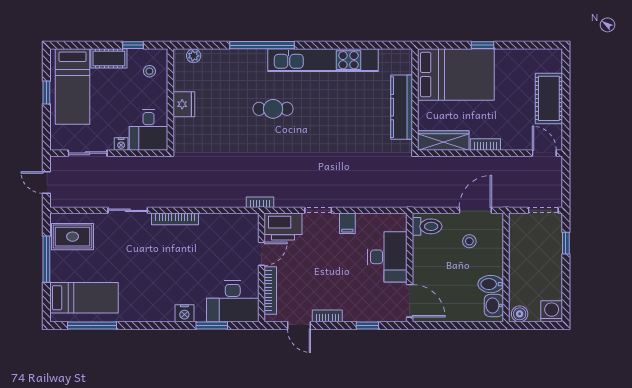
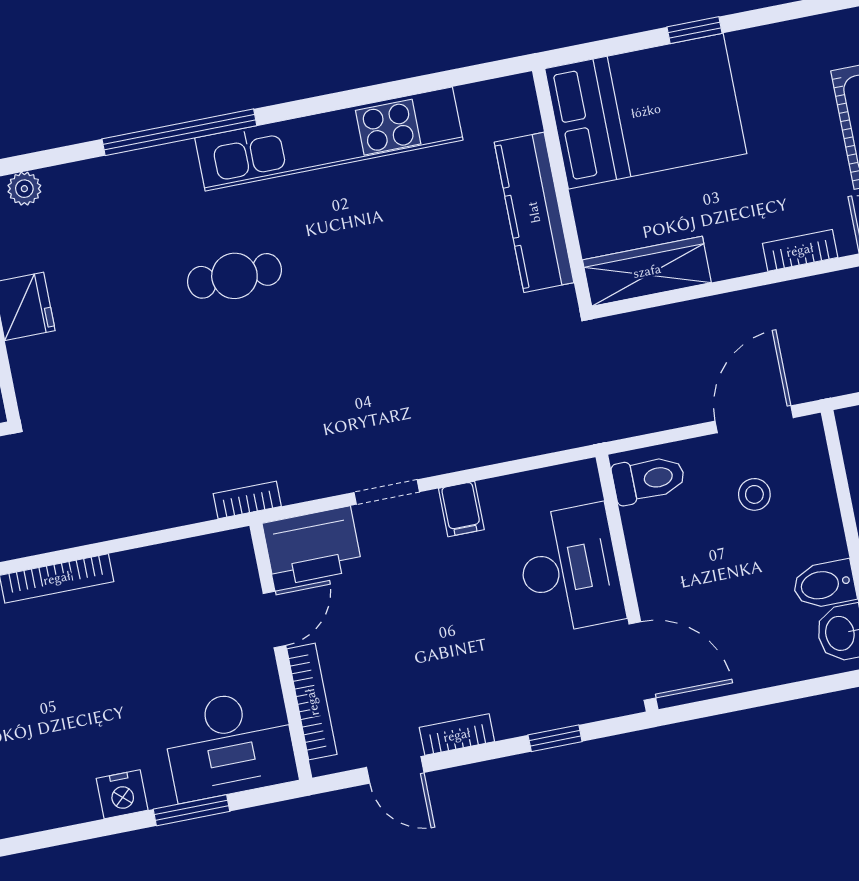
bookcase: (485, 144) -> (800, 250), moved

